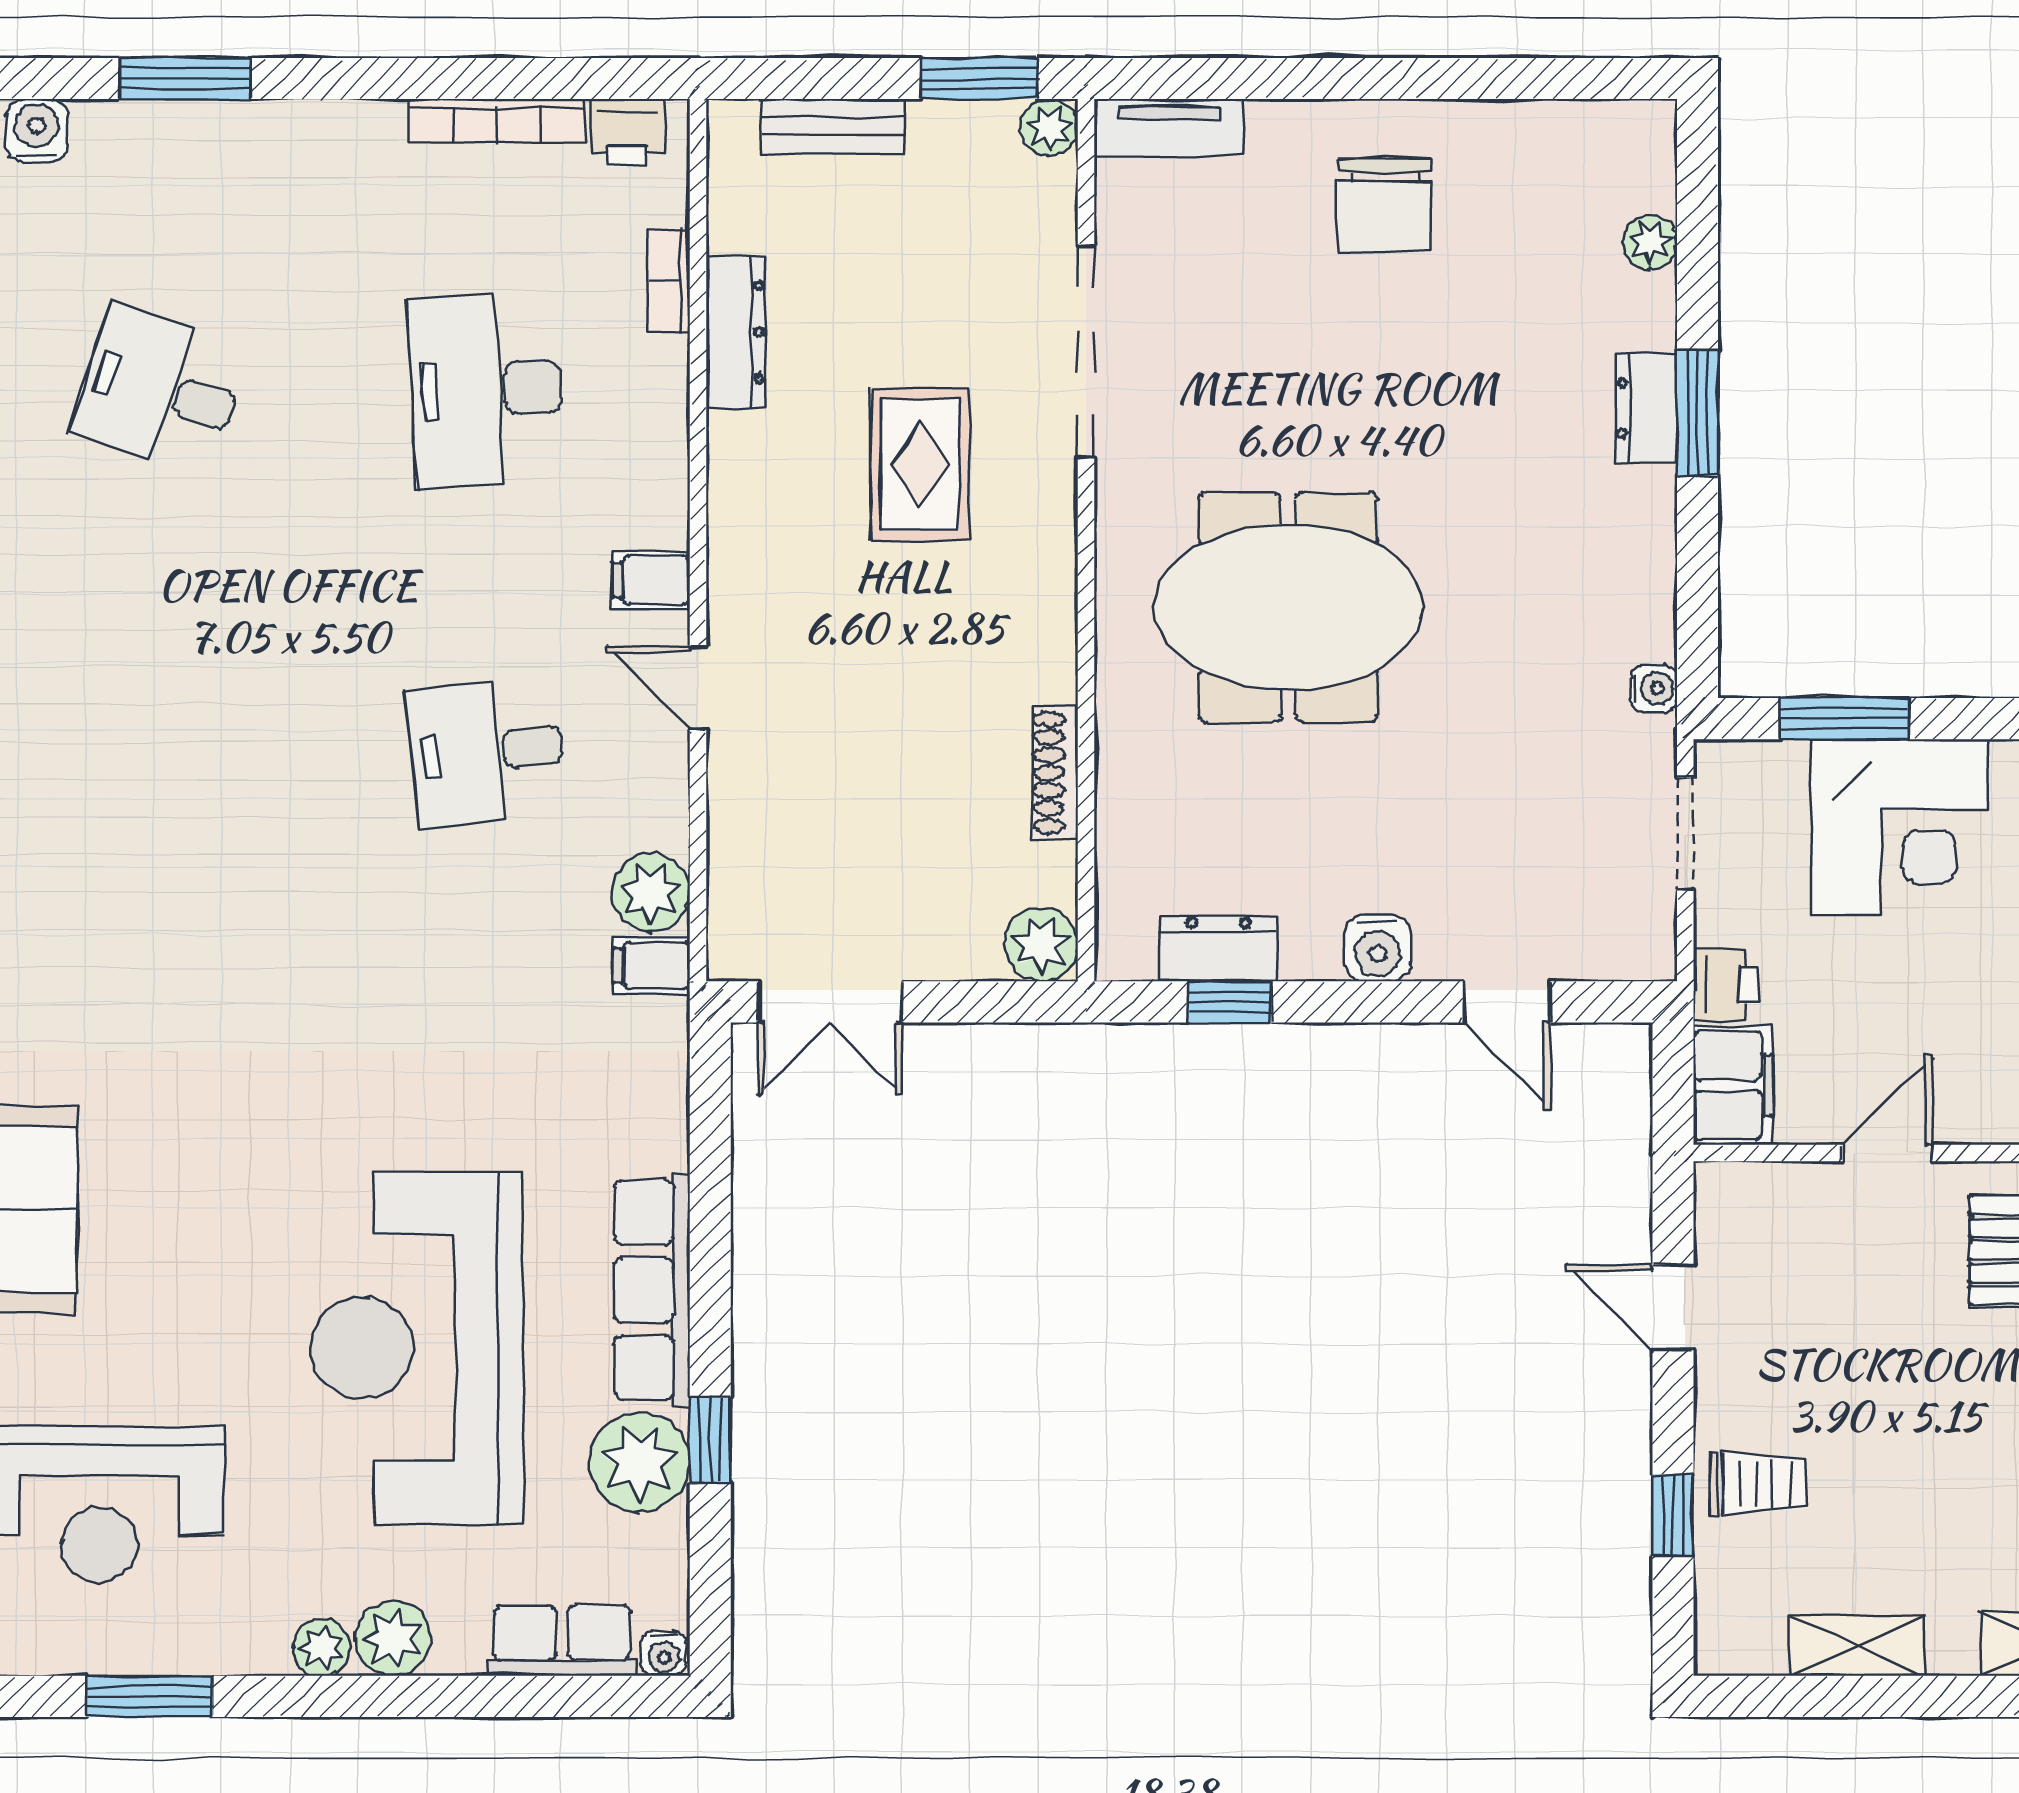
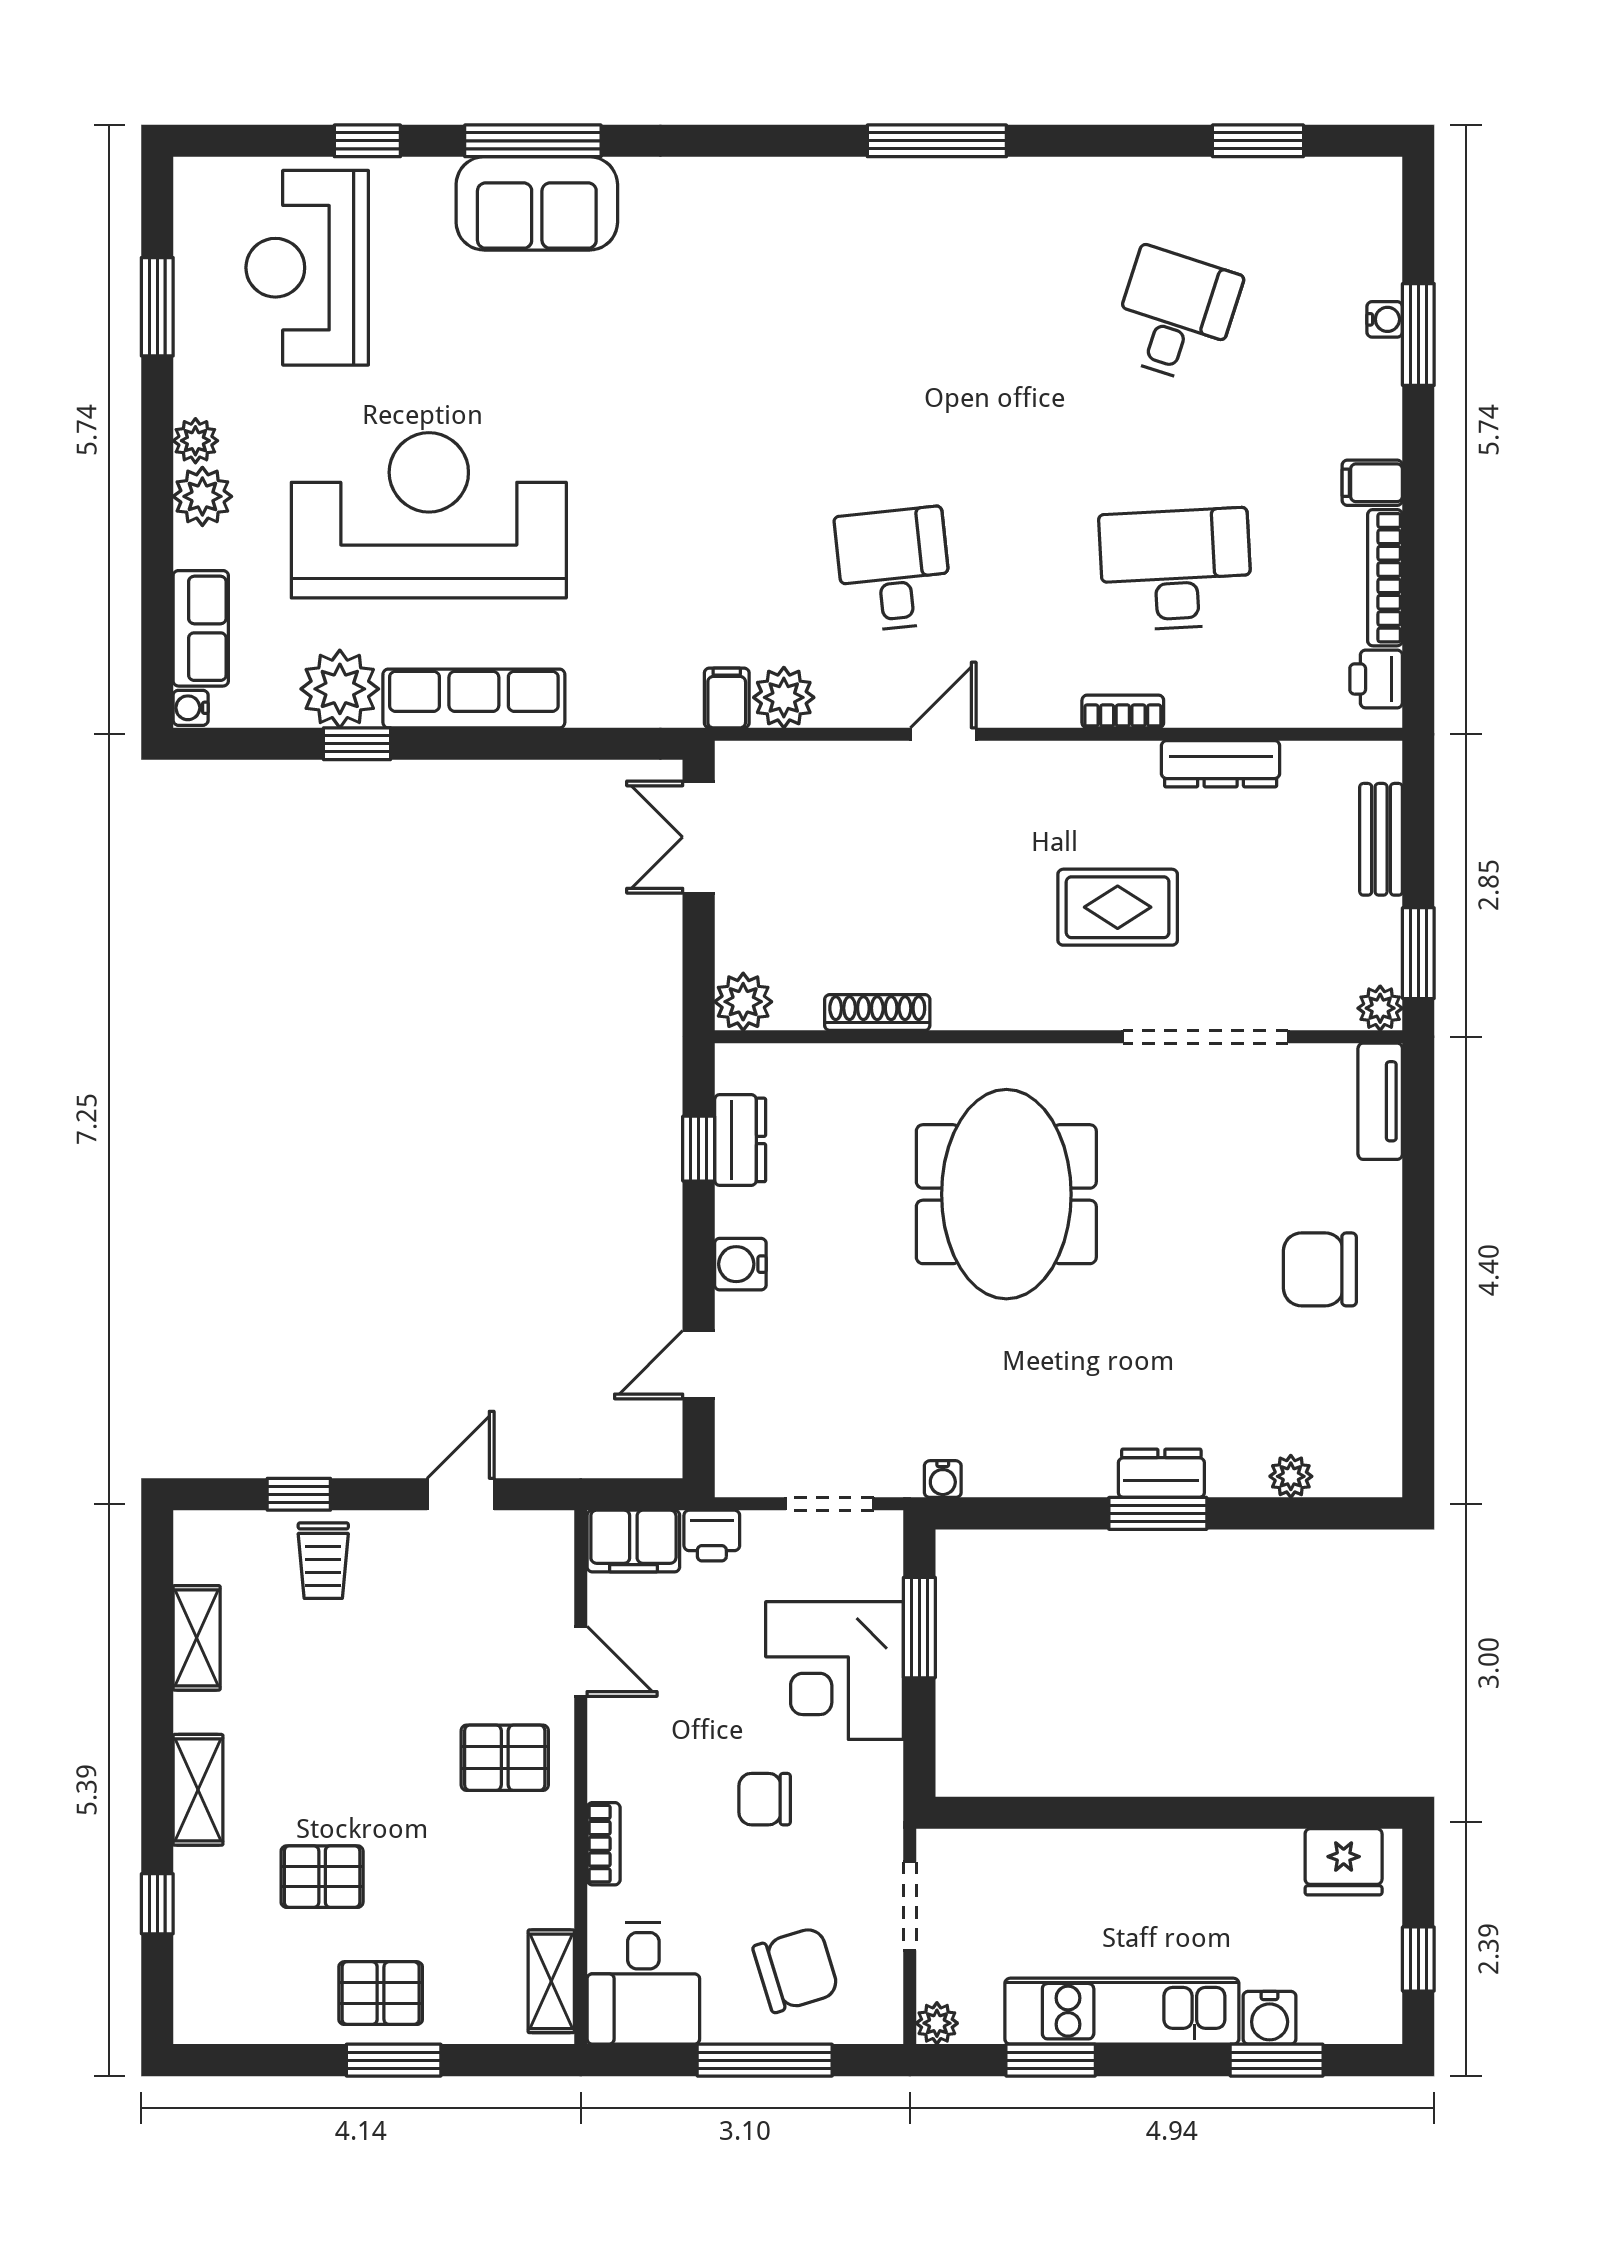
water cooler: (37, 130) -> (1385, 319), moved, width x0.72, depth x0.72
bookcase: (669, 281) -> (1123, 712), moved
filing cabinet: (651, 580) -> (1372, 483), moved, turned -90

